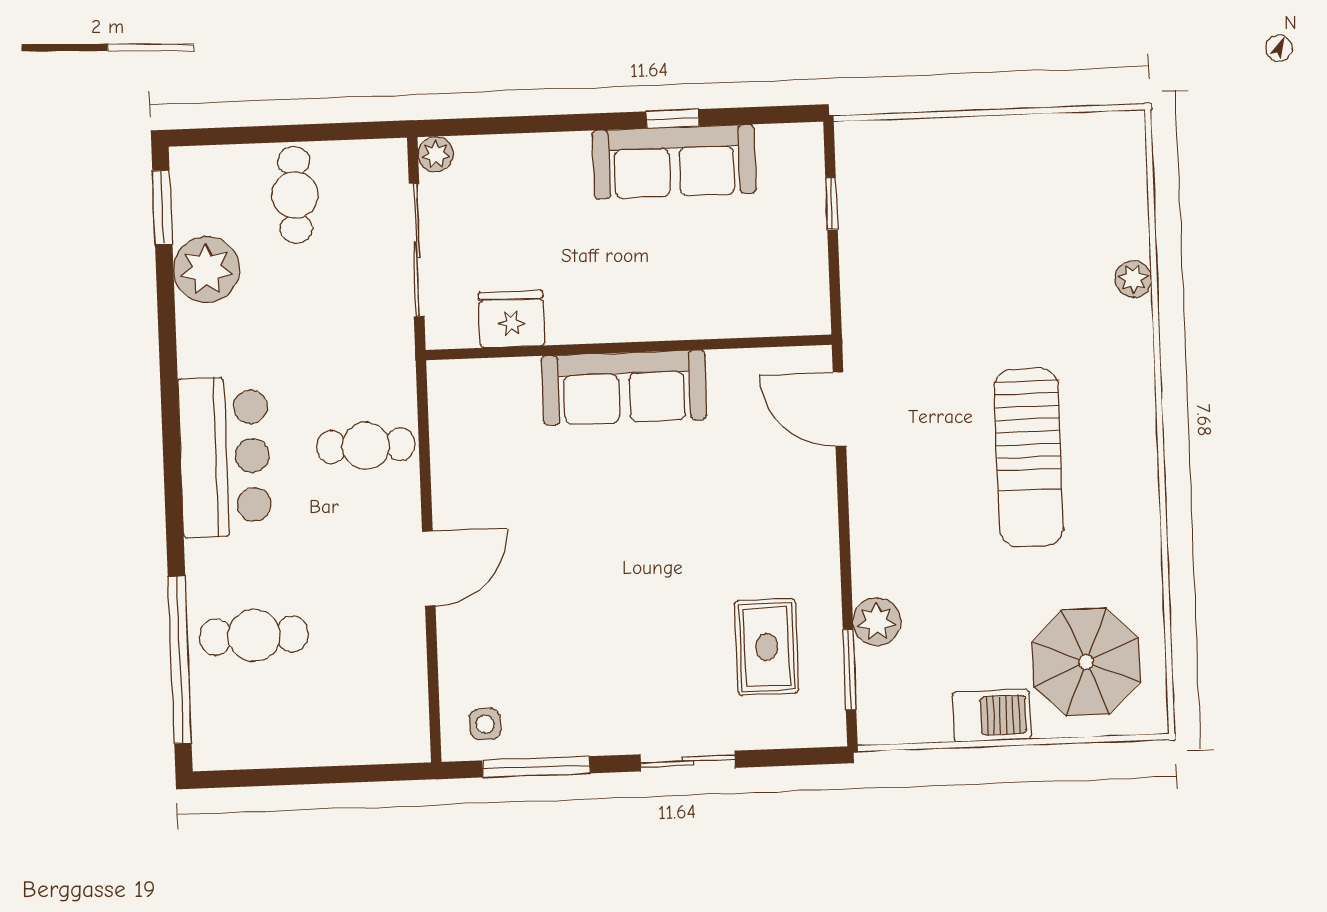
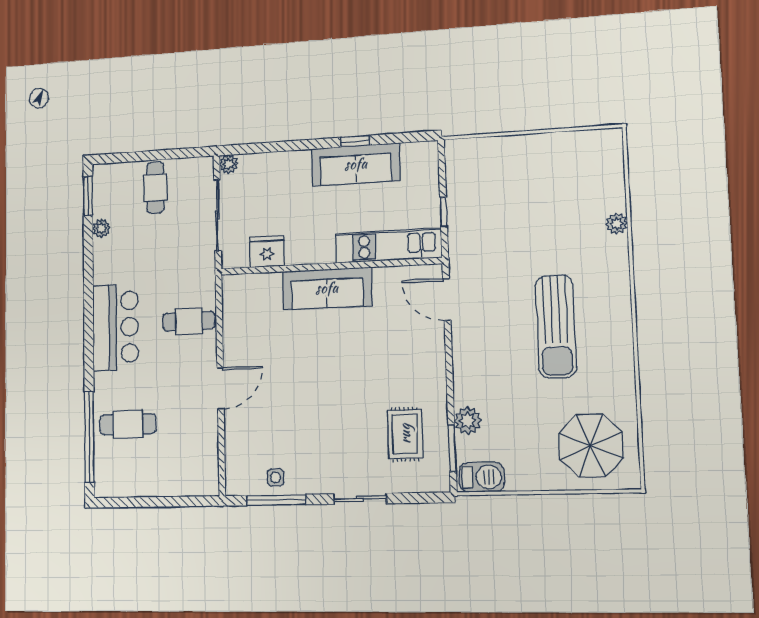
window: (832, 204) -> (443, 212), moved
plant: (206, 269) -> (101, 228), width x0.53, depth x0.53
kitchen unit: (735, 311) -> (388, 246), added
barbecue: (992, 716) -> (482, 477), moved
side table: (485, 724) -> (276, 477), moved

